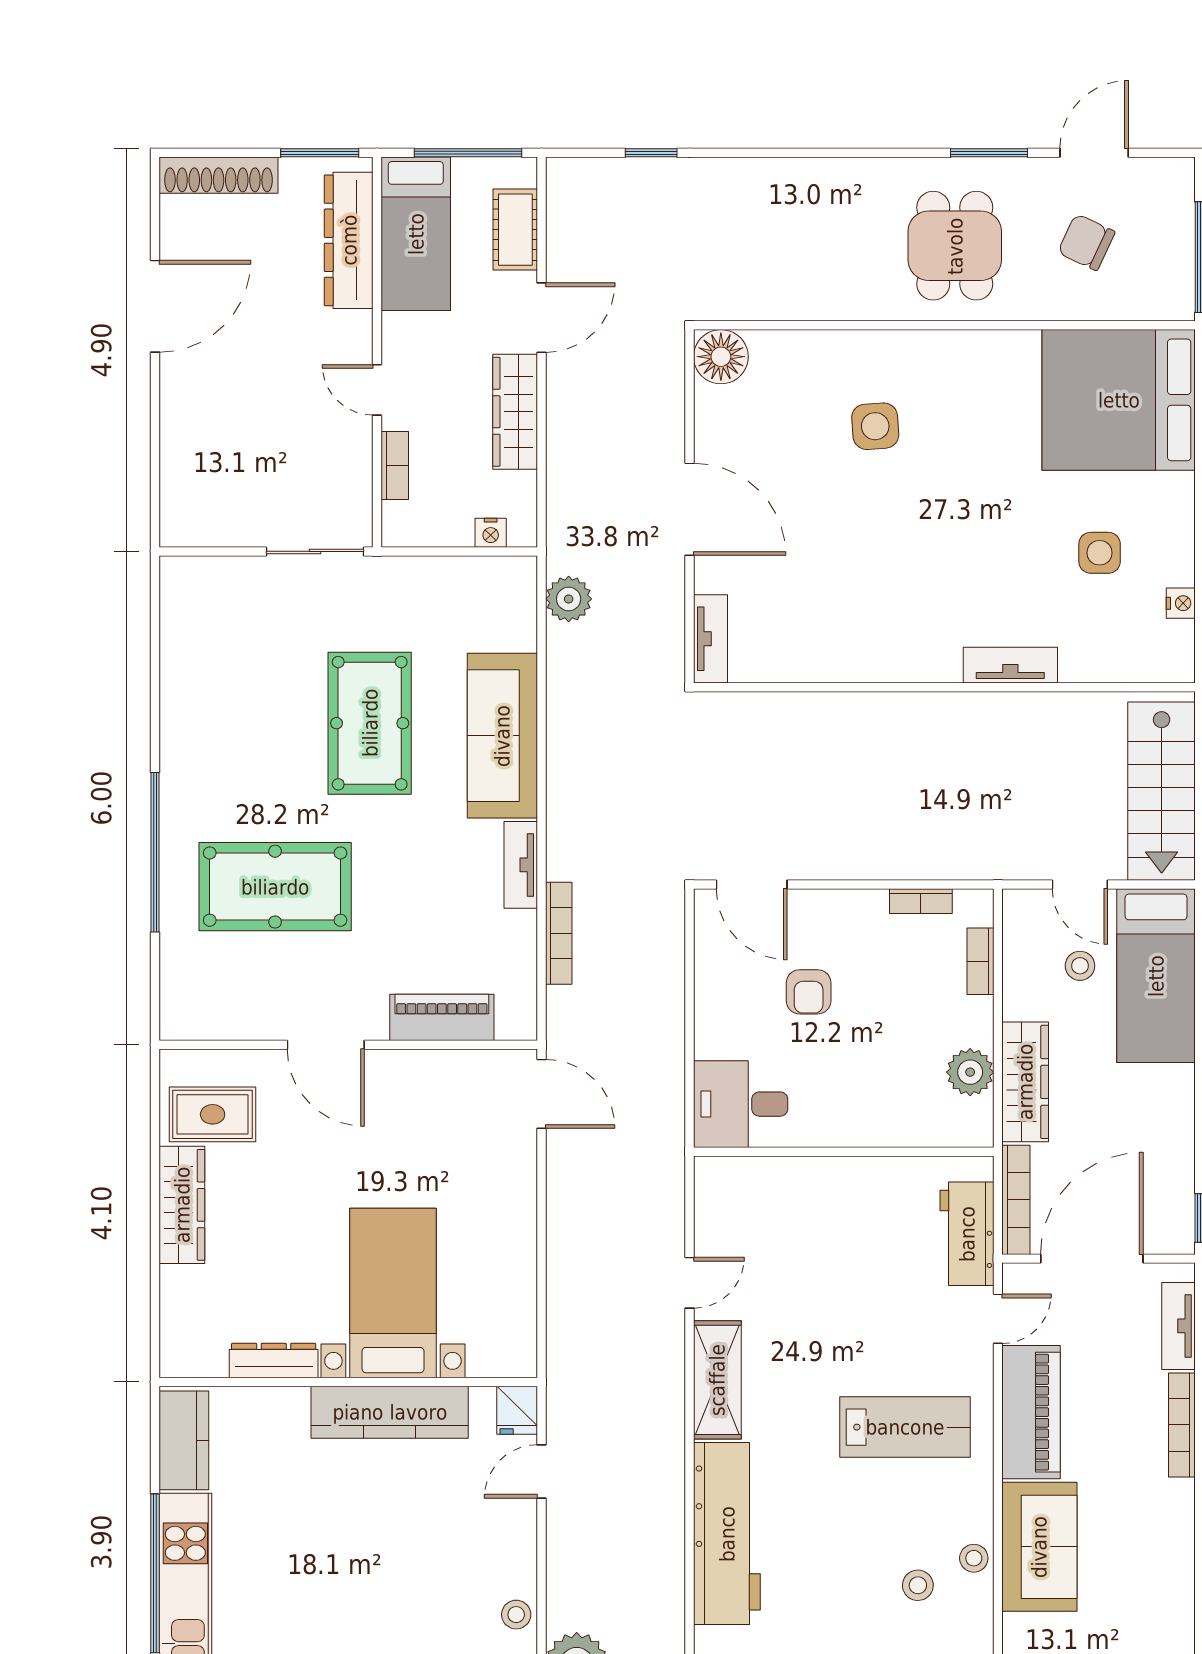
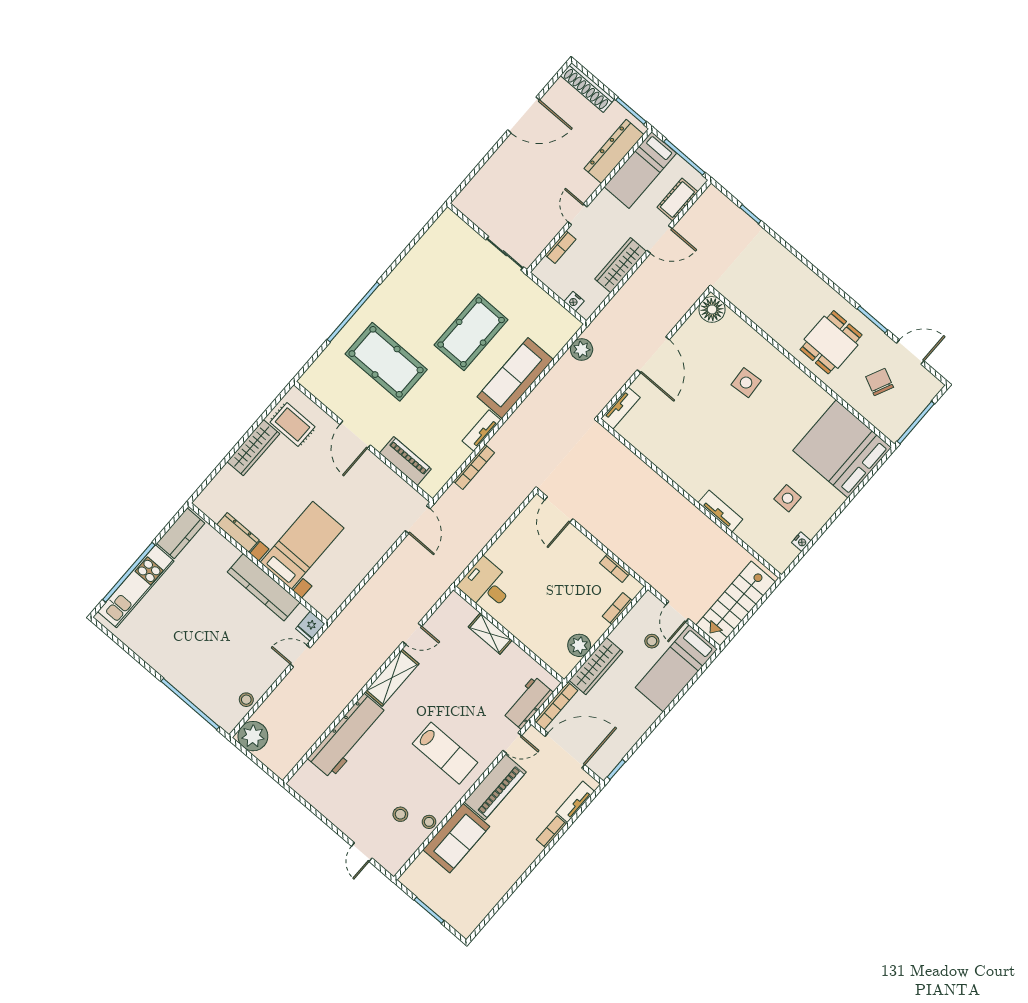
armchair: (809, 992) -> (546, 566), removed
shelving: (813, 1176) -> (490, 634), added
bookcase: (1182, 1425) -> (551, 832), width x0.64

